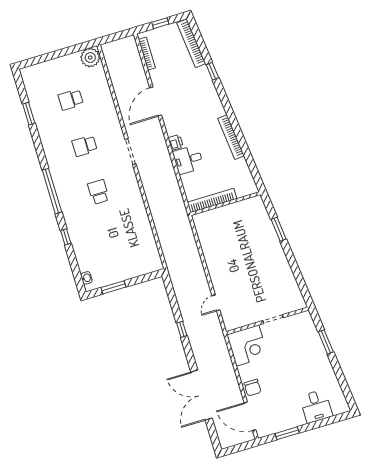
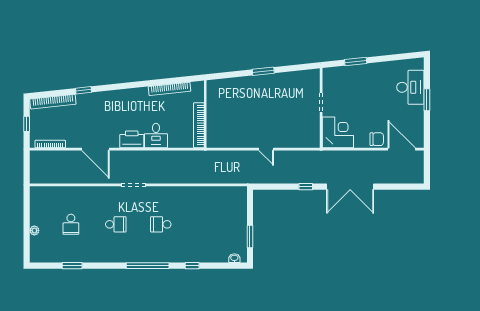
plant: (90, 58) -> (34, 230), moved, width x0.53, depth x0.53
bookcase: (231, 137) -> (169, 89), moved
printer: (176, 142) -> (132, 139), width x1.87, depth x1.48
school desk: (85, 146) -> (116, 224), turned -90
window: (279, 229) -> (263, 71), moved
door: (216, 303) -> (266, 149), moved
double door: (201, 395) -> (350, 187), moved
desk: (316, 406) -> (410, 87), width x1.37
door: (250, 416) -> (402, 149), swing flipped
window: (287, 433) -> (427, 100), moved

